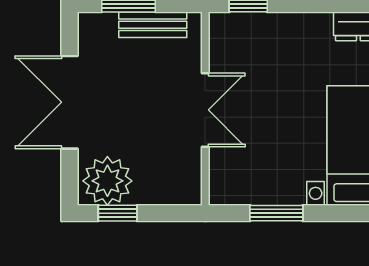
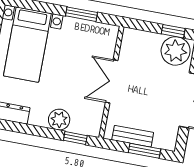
plant: (281, 30) -> (59, 120), added

